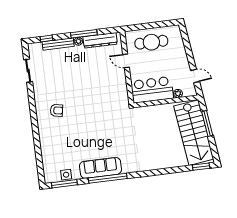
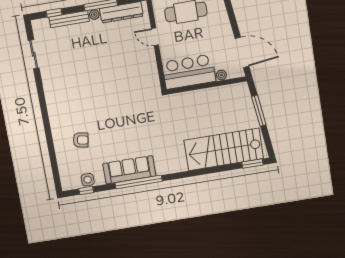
door: (195, 76) -> (242, 52), width x1.87
armchair: (57, 110) -> (81, 140), moved
stairs: (194, 133) -> (224, 149), moved, turned 97
window: (64, 184) -> (86, 191), width x0.46

